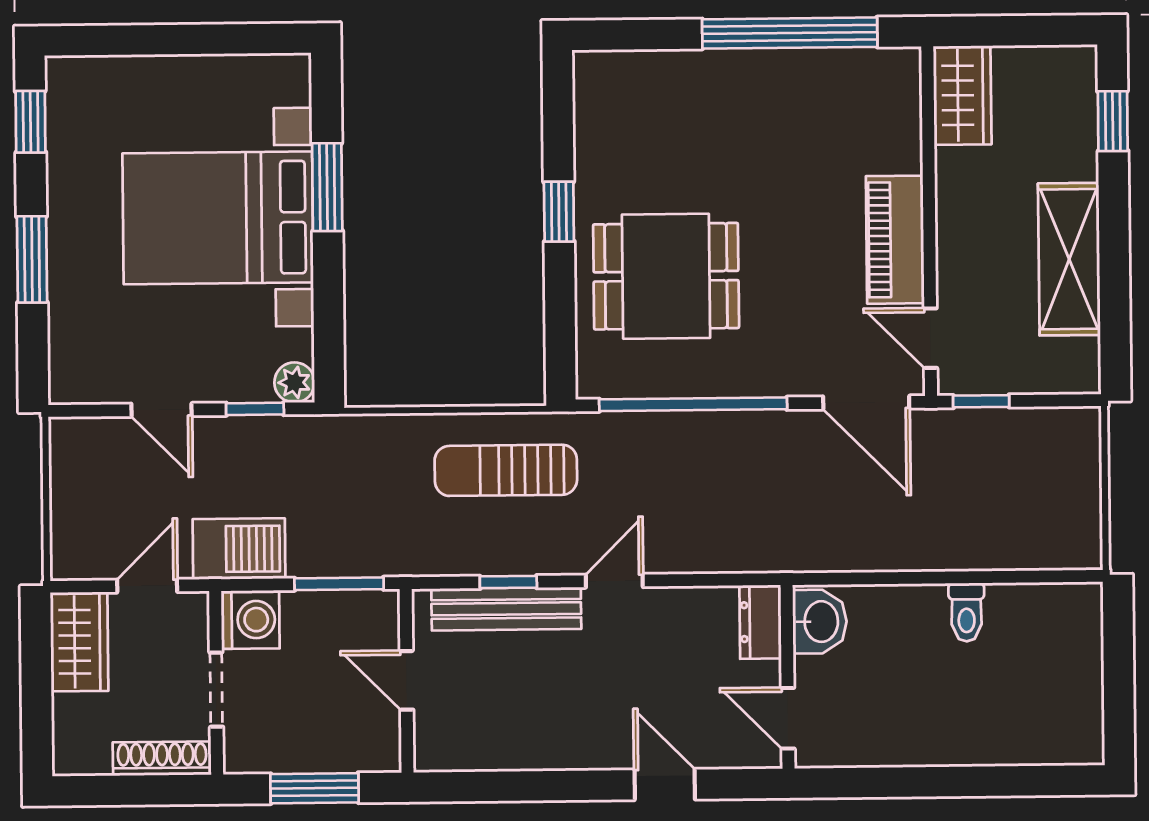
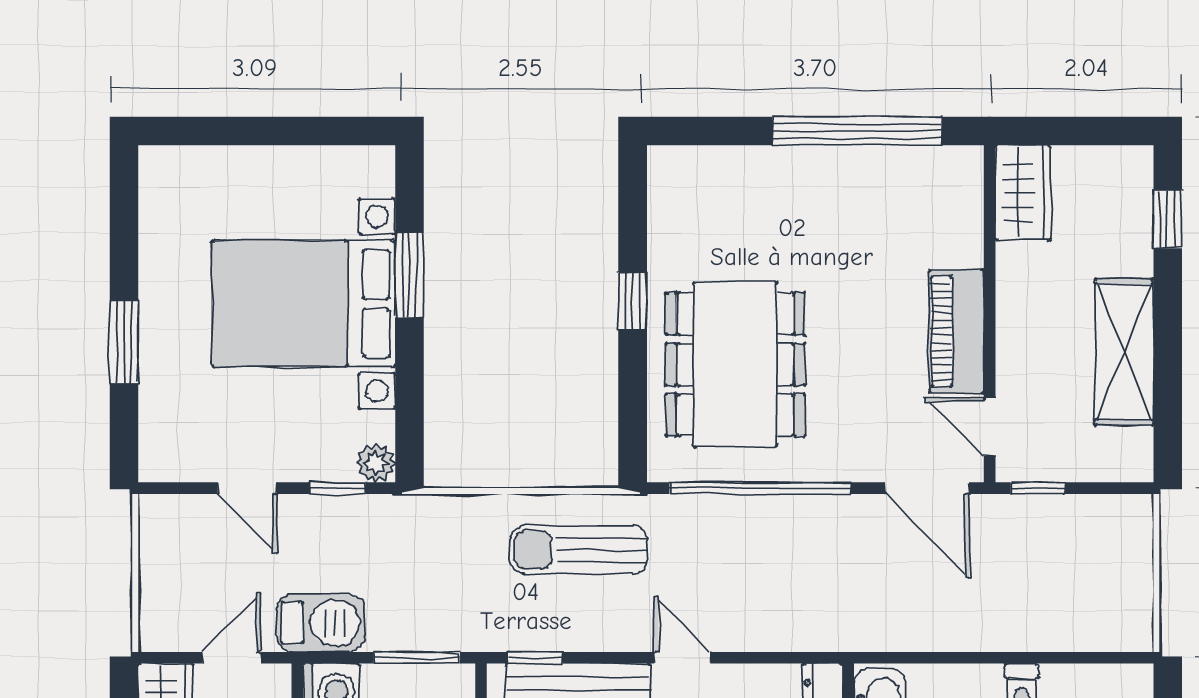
window: (31, 122) -> (124, 209), removed
dining table: (666, 276) -> (735, 364), width x1.38
door: (614, 581) -> (682, 658), hinge flipped
window: (508, 582) -> (535, 658), moved

